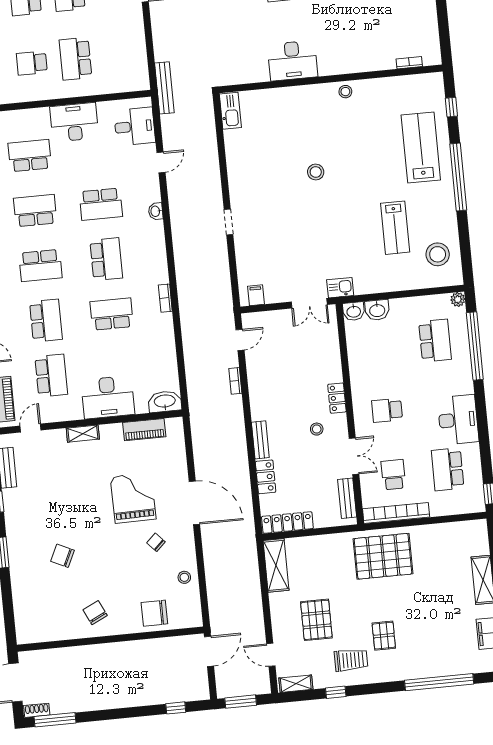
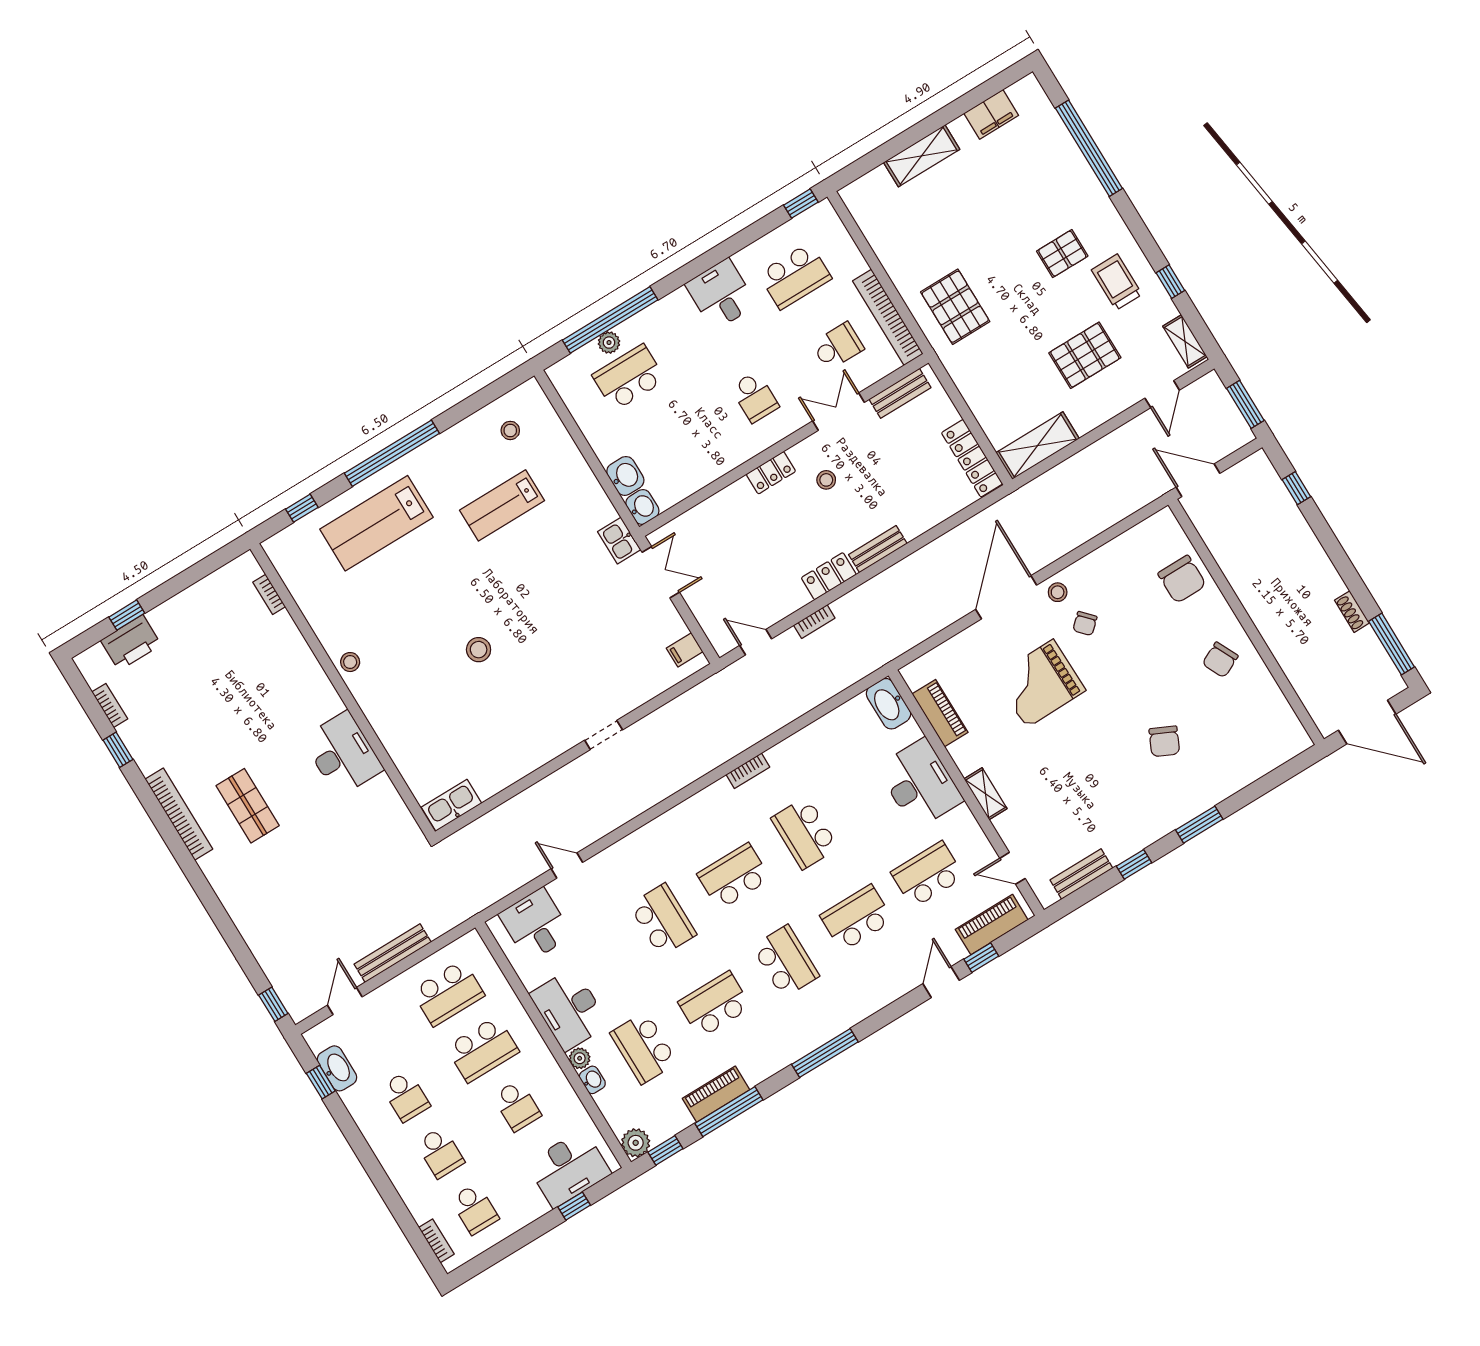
school desk: (119, 54) -> (448, 993), added
bench: (164, 88) -> (393, 953), moved
plant: (42, 114) -> (580, 1058), added
school desk: (35, 211) -> (715, 1005), turned 90
washbasin: (156, 211) -> (592, 1080), moved, turned -90
lab bench: (395, 228) -> (502, 505), turned 180
stool: (438, 254) -> (510, 430), width x0.53, depth x0.53
plant: (458, 299) -> (609, 343), moved
desk: (458, 420) -> (721, 294), width x0.73
school desk: (393, 475) -> (838, 346), turned 180
locker: (266, 477) -> (829, 576), moved
pallet: (383, 556) -> (955, 307), width x0.73, depth x0.71
stool: (184, 577) -> (1058, 592), moved
shoe rack: (37, 710) -> (1352, 612), moved

